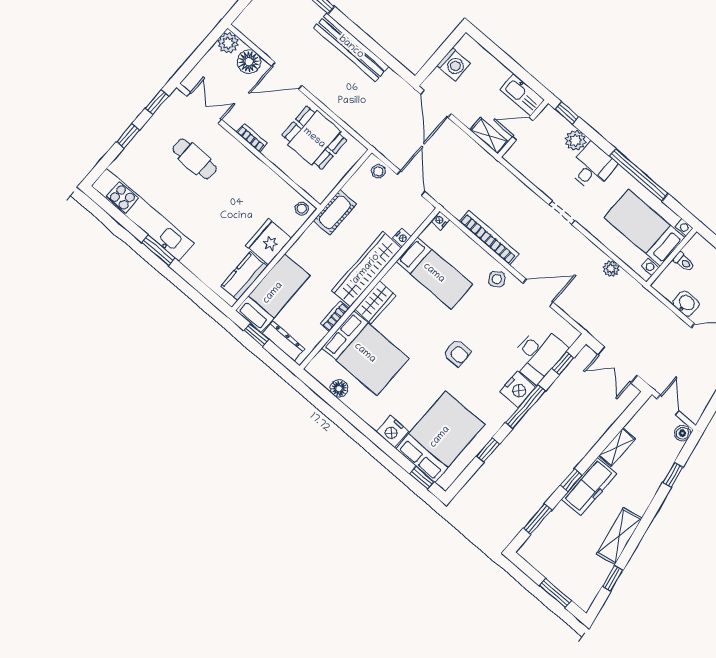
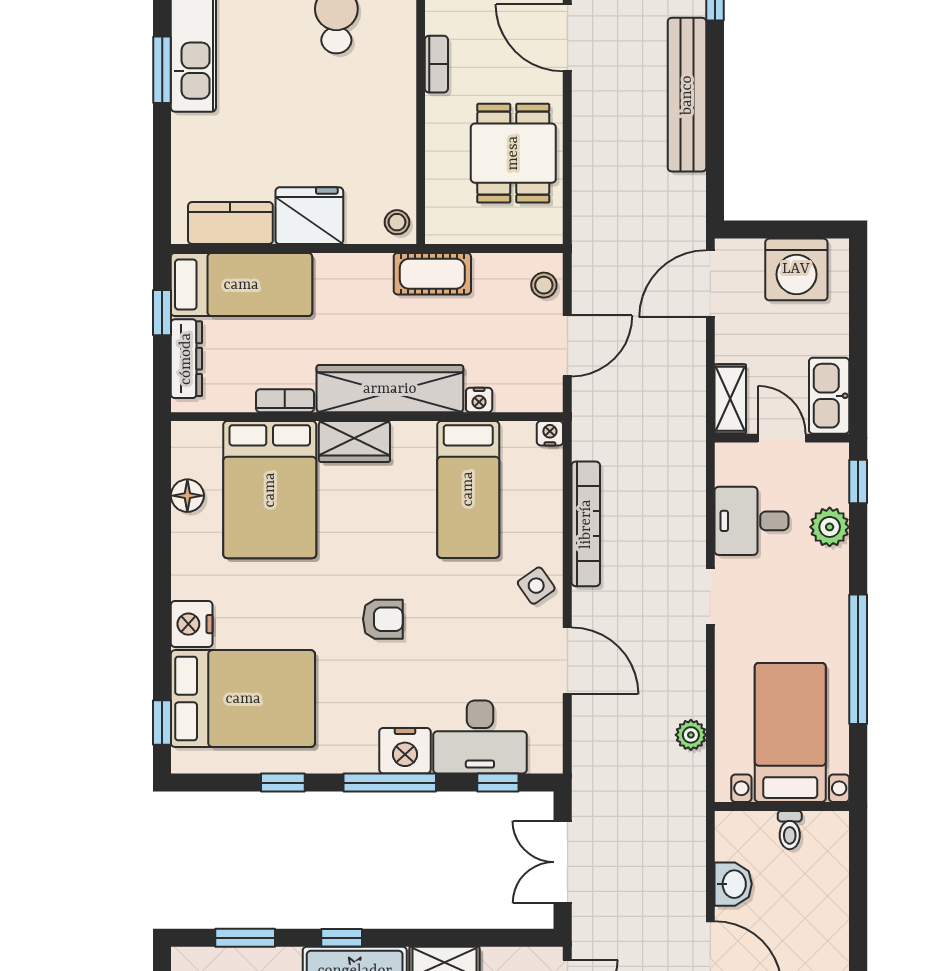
washing machine: (454, 64) -> (796, 269), width x1.37, depth x1.37
desk: (592, 167) -> (751, 521), moved, turned 180
armchair: (457, 353) -> (383, 619), turned -90

